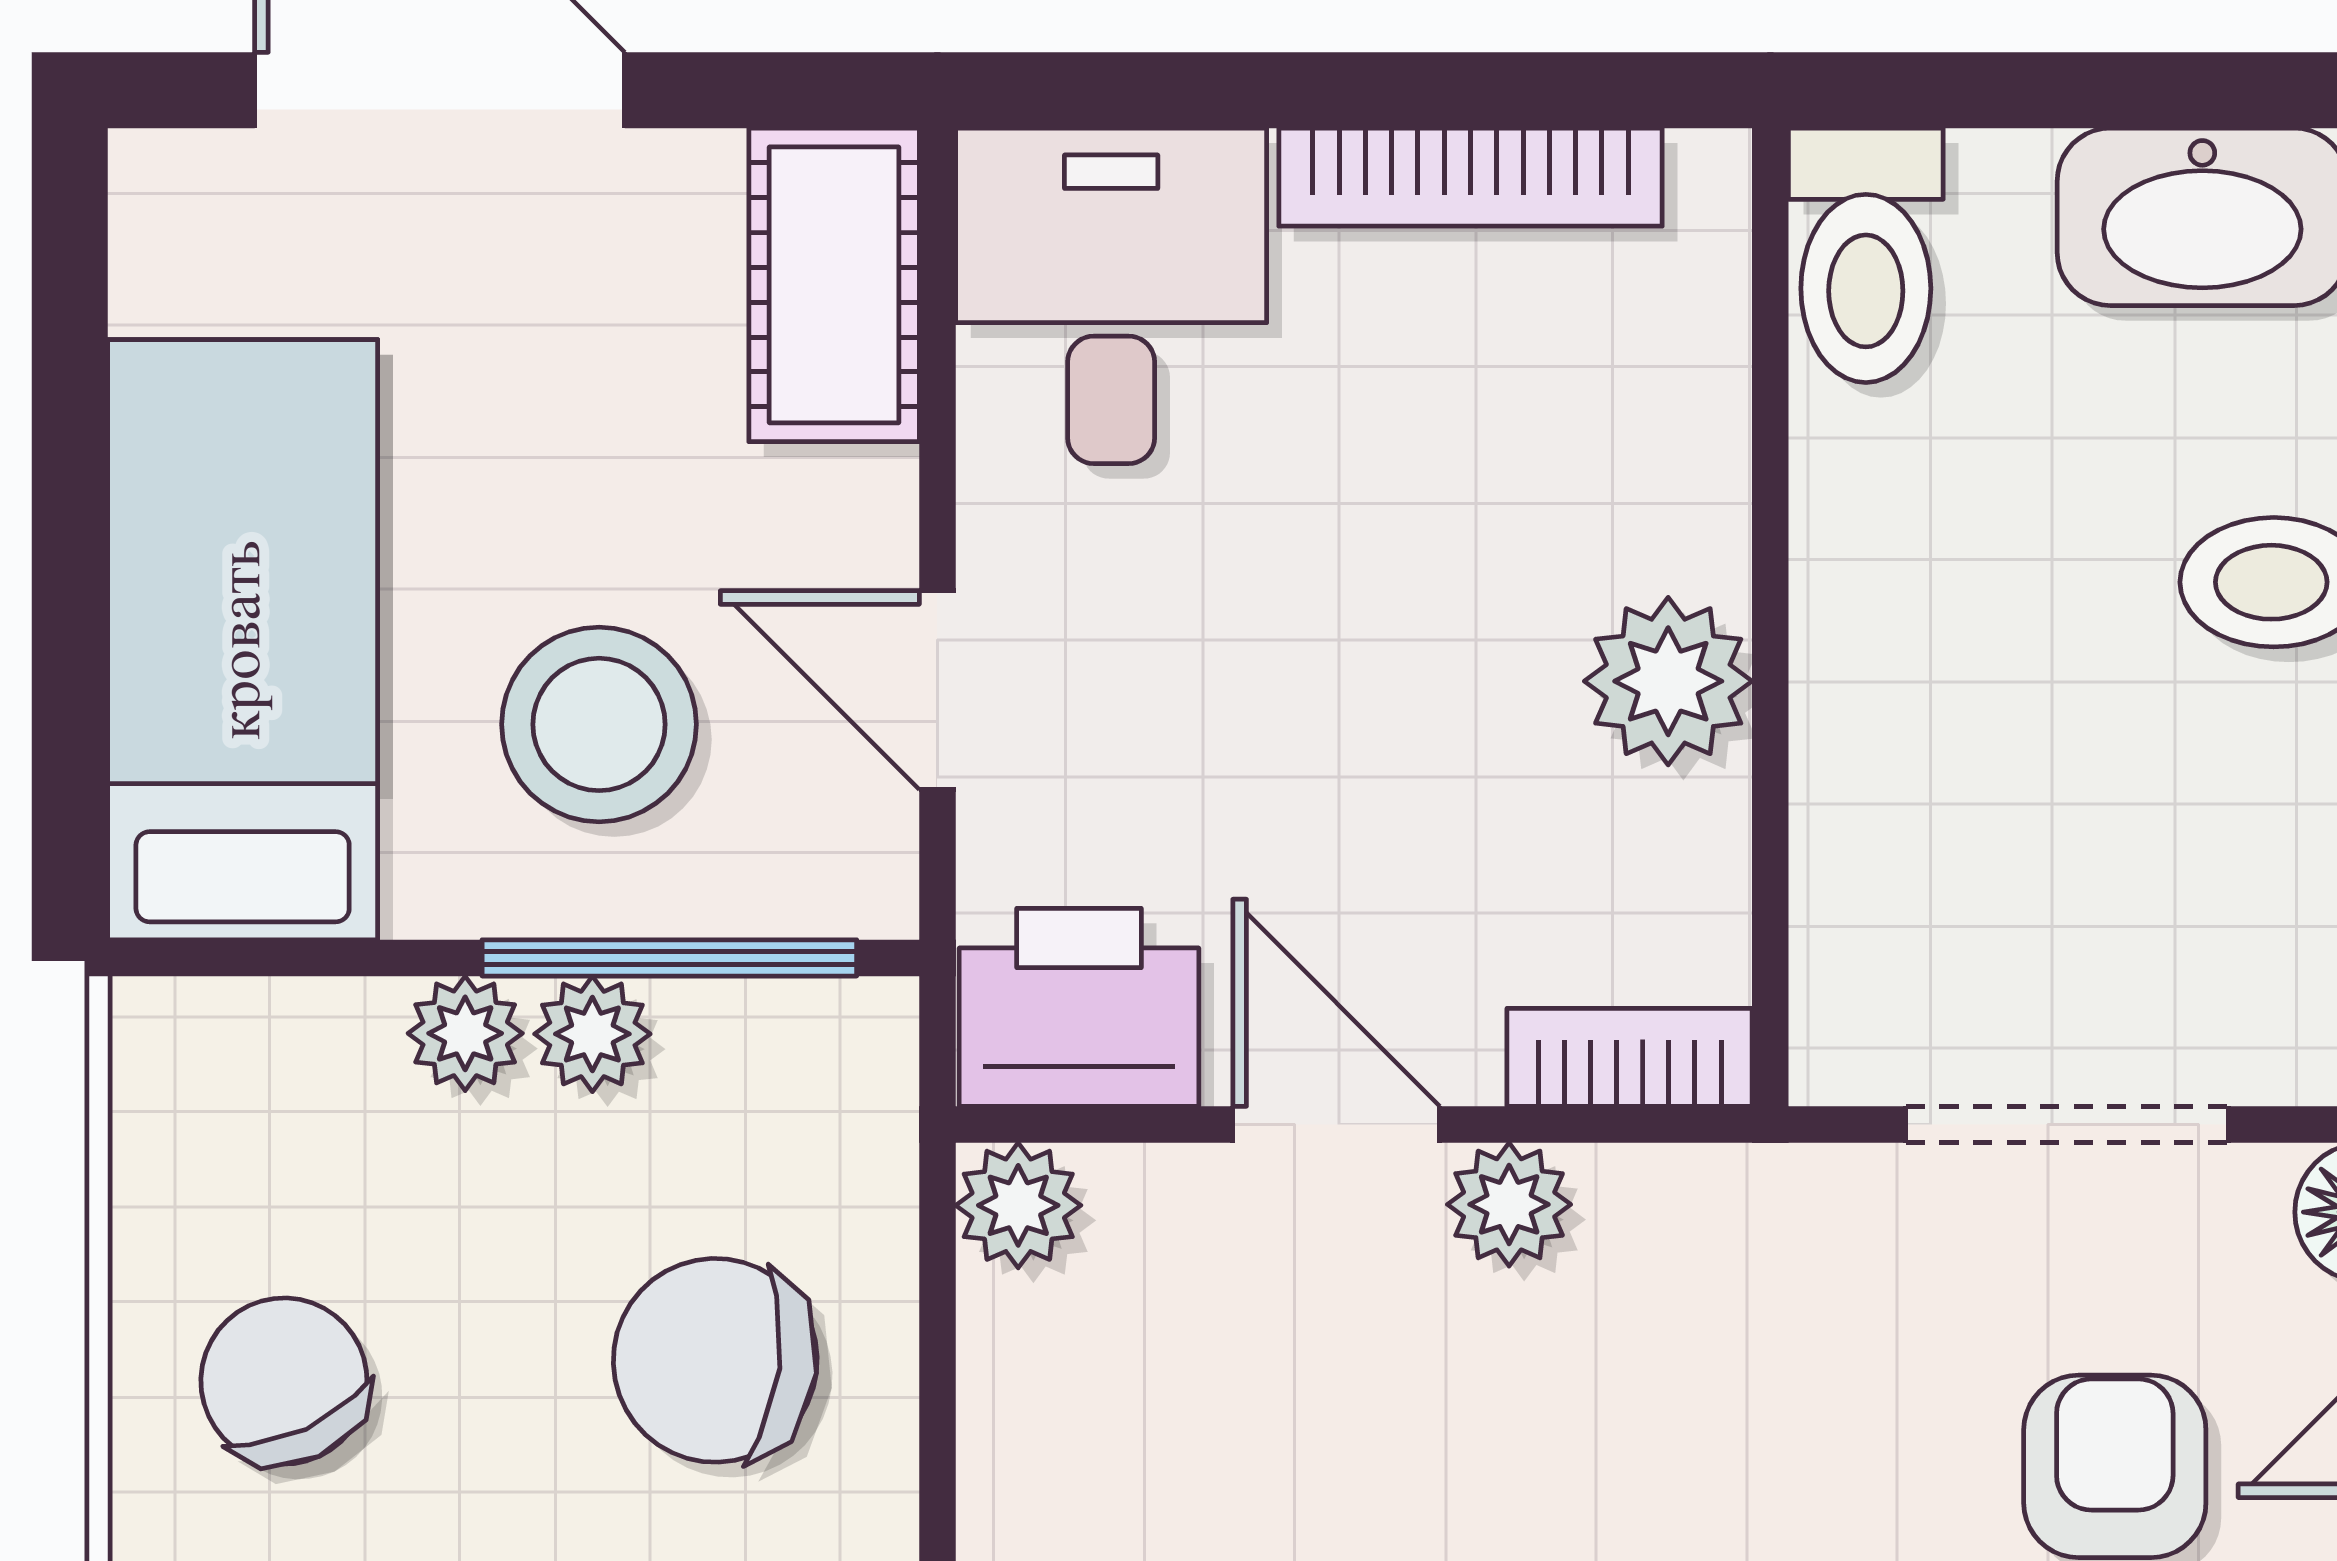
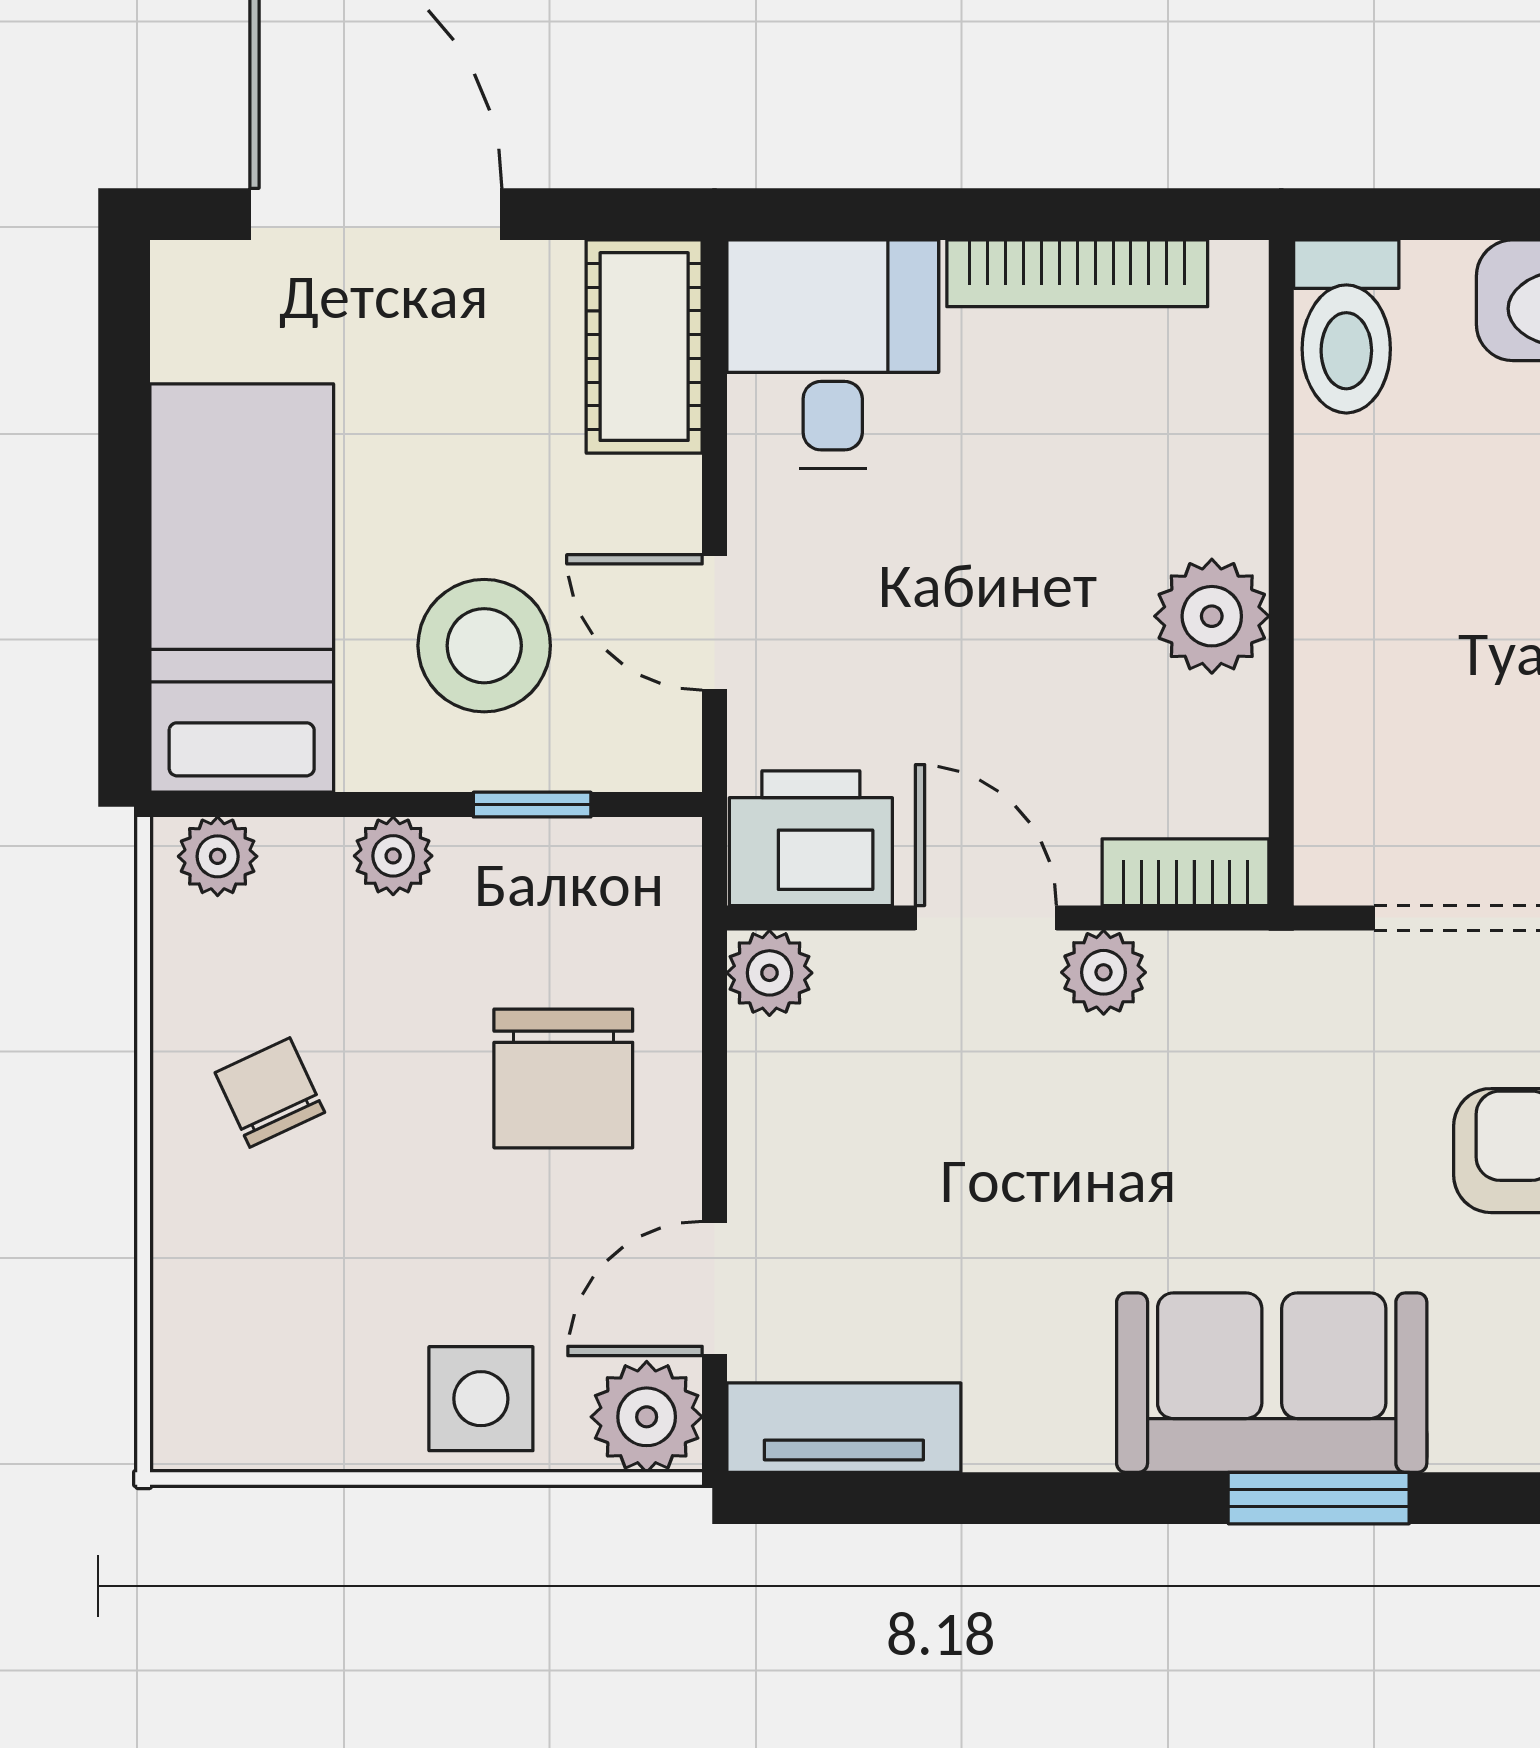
window: (669, 958) -> (532, 805), width x0.46
plant: (592, 1034) -> (218, 856), moved
chair: (715, 1360) -> (563, 1078), turned -97
chair: (284, 1381) -> (270, 1093), width x0.73, depth x0.73

